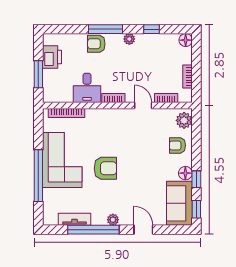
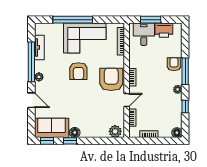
desk: (87, 88) -> (144, 34), moved, turned 90
armchair: (177, 145) -> (111, 79), moved, width x1.88, depth x1.88
door: (143, 230) -> (31, 100), hinge flipped

